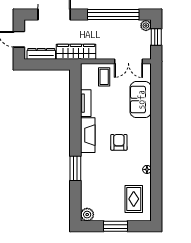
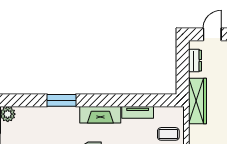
dresser: (41, 54) -> (195, 61), width x0.70

